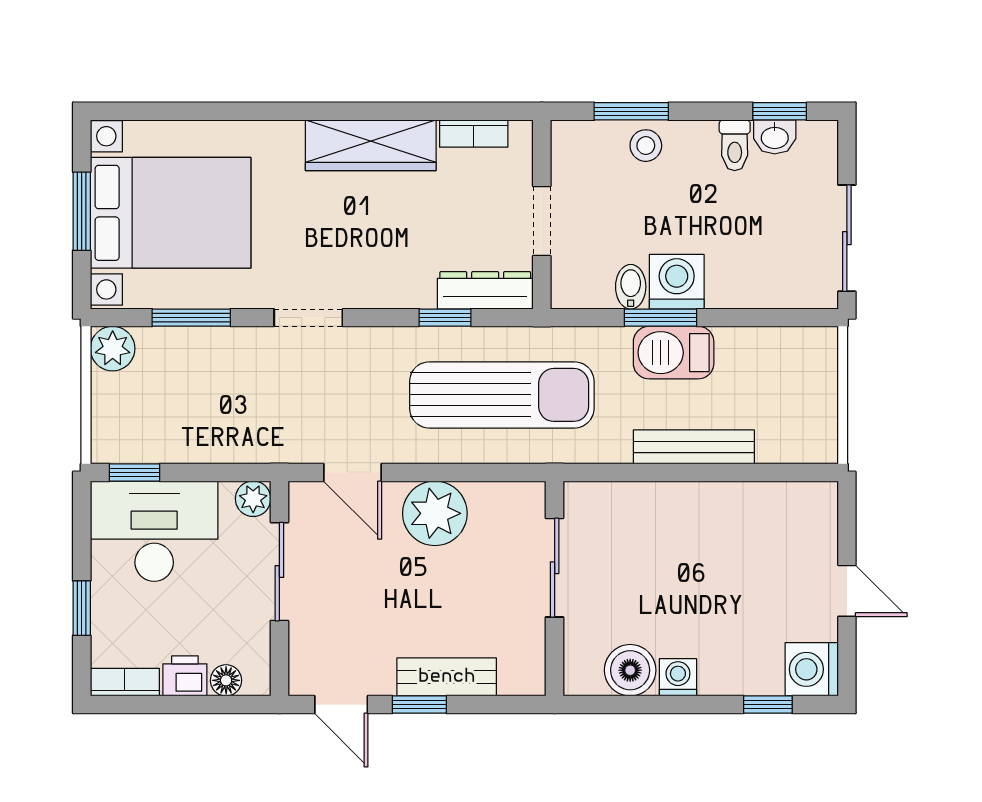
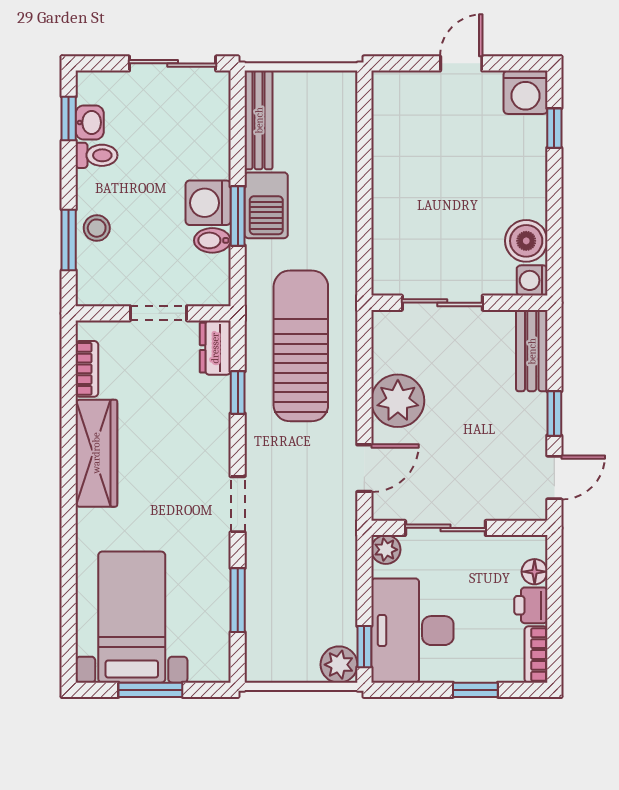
bed with nightstands: (171, 213) -> (132, 617), width x0.73
dresser: (485, 290) -> (215, 348), width x0.70
plant: (113, 349) -> (339, 665), moved
bench: (694, 447) -> (259, 120), moved
bench: (447, 677) -> (532, 351), moved
washing machine: (678, 677) -> (532, 280), moved

